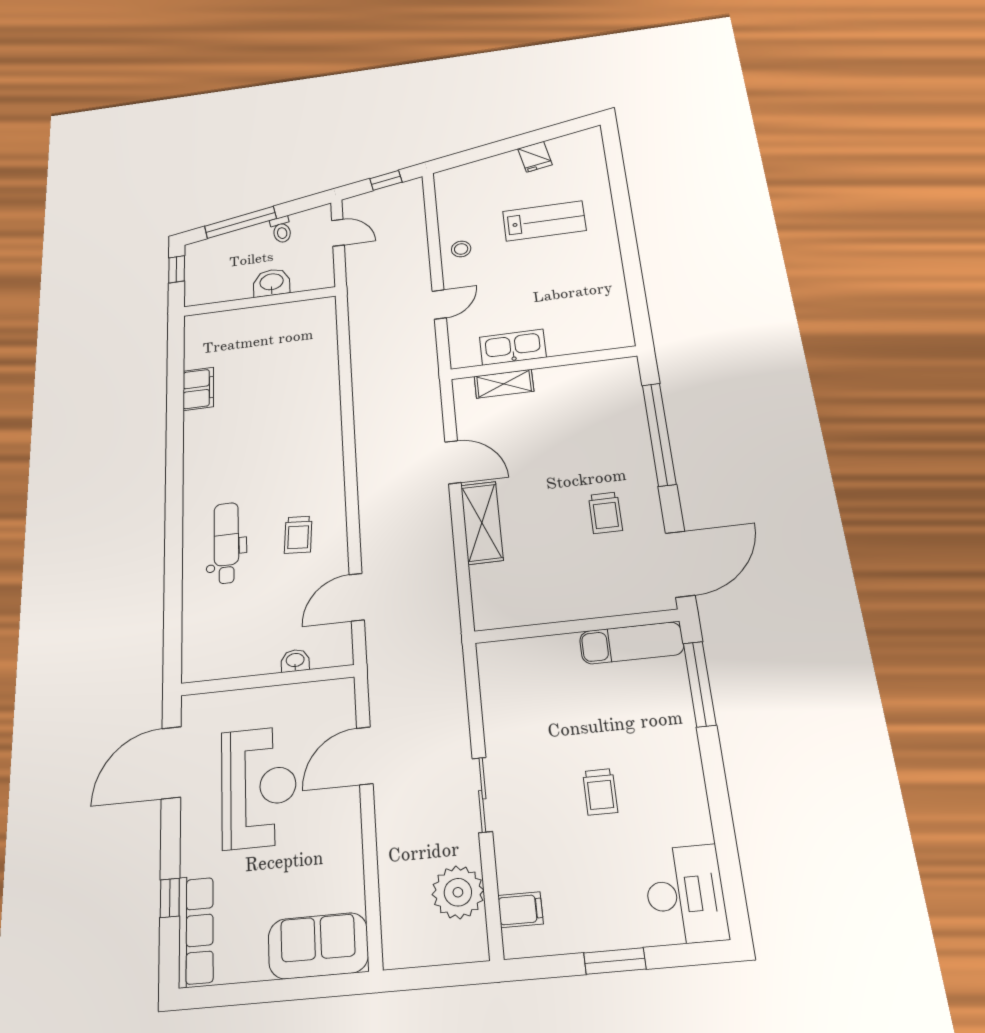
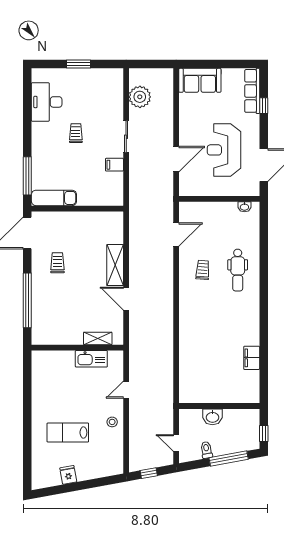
washbasin: (295, 661) -> (244, 207), moved
desk: (685, 895) -> (47, 102), moved
filing cabinet: (520, 910) -> (114, 165), moved

